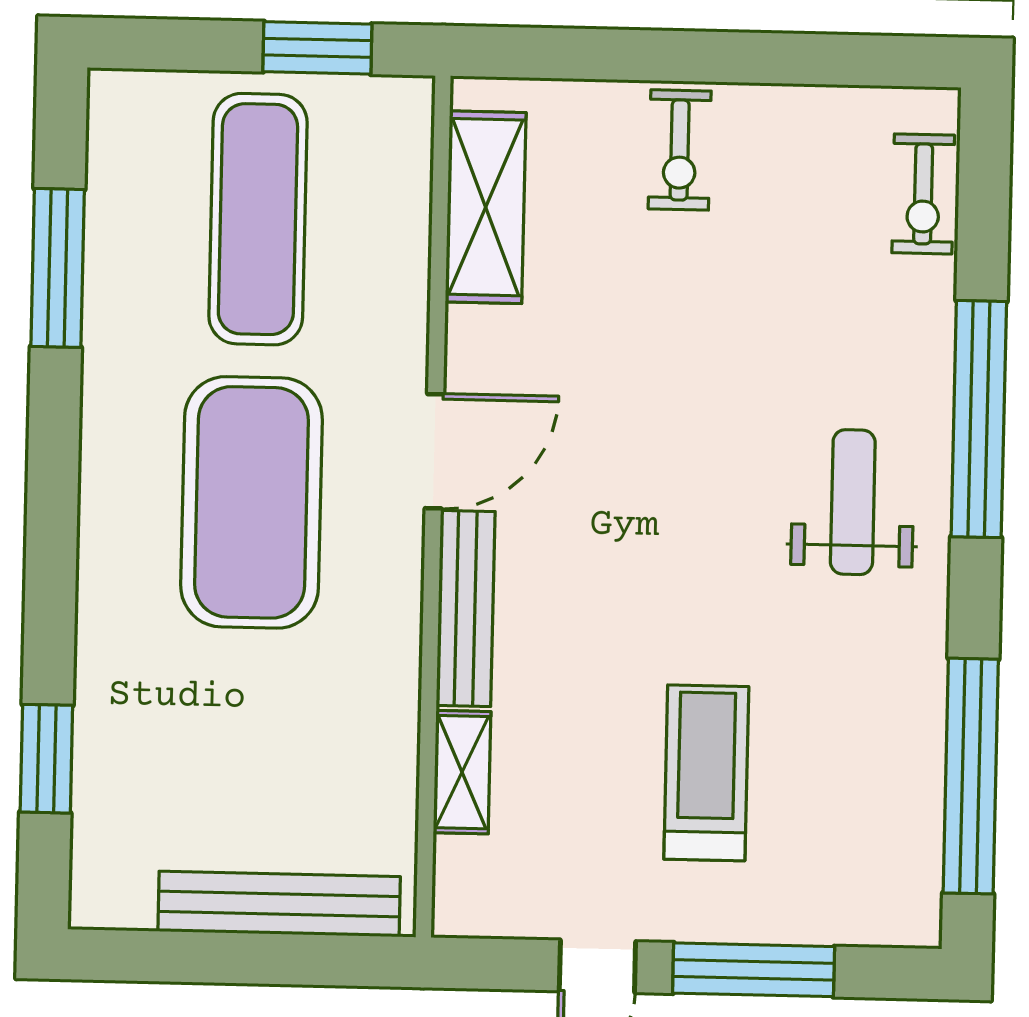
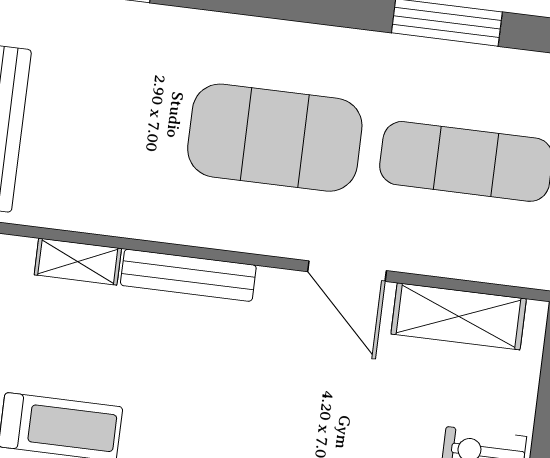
door: (434, 451) -> (347, 271), moved

